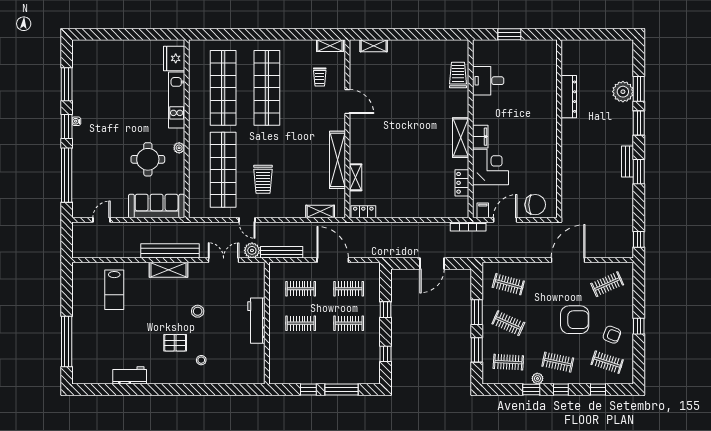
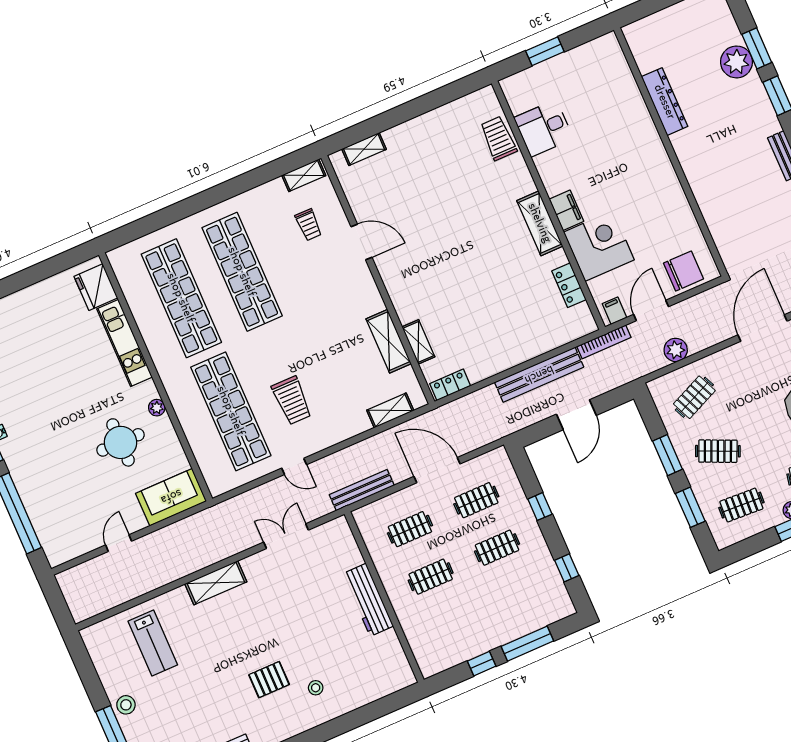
shelving: (337, 160) -> (389, 341), width x0.68
sofa: (157, 206) -> (171, 497), width x0.73
door: (101, 220) -> (119, 543), moved
plant: (252, 250) -> (676, 350), moved
bench: (170, 251) -> (539, 375), moved
clothes rail: (508, 284) -> (694, 397), turned -39
stool: (198, 311) -> (126, 705), moved

